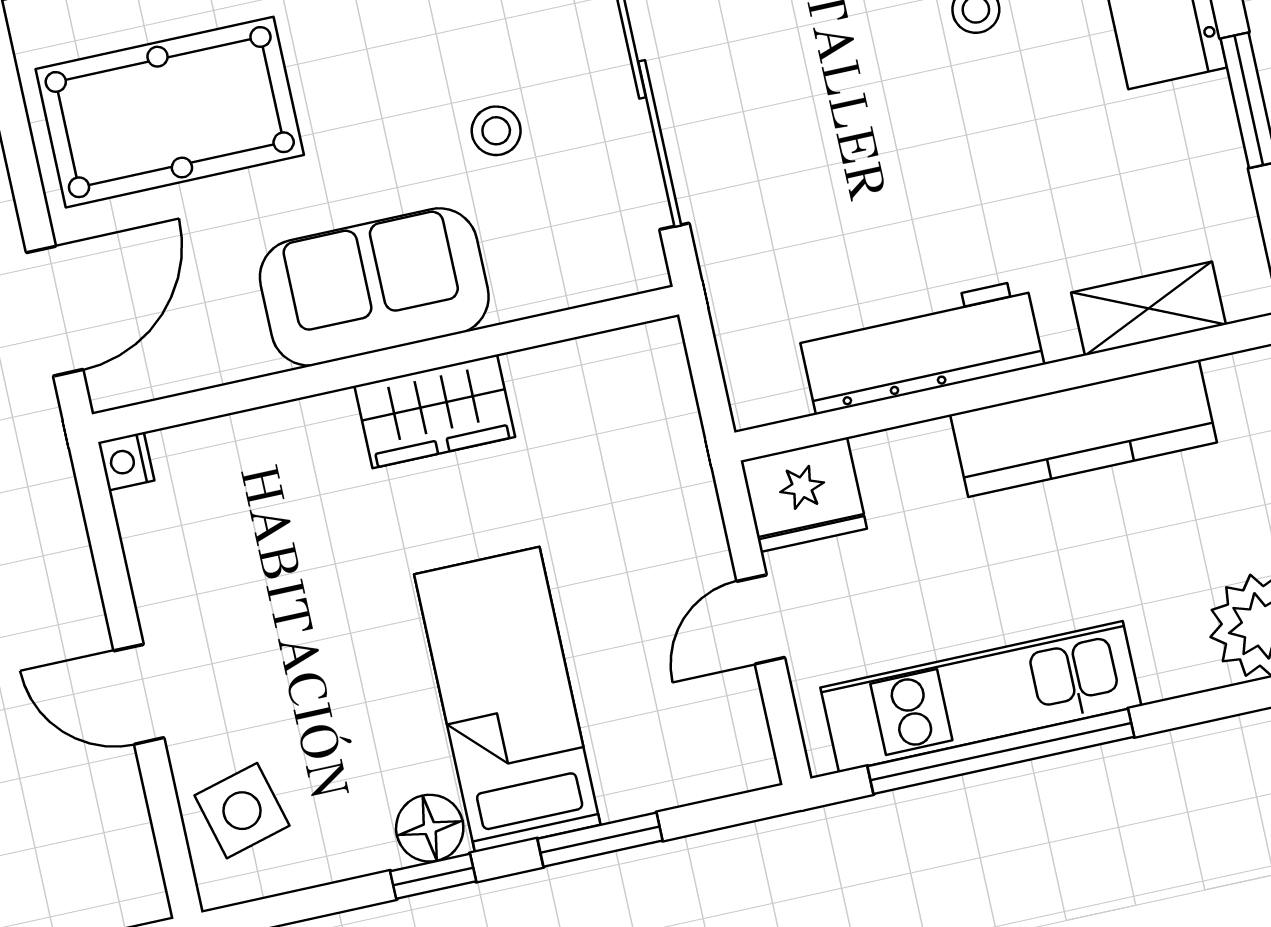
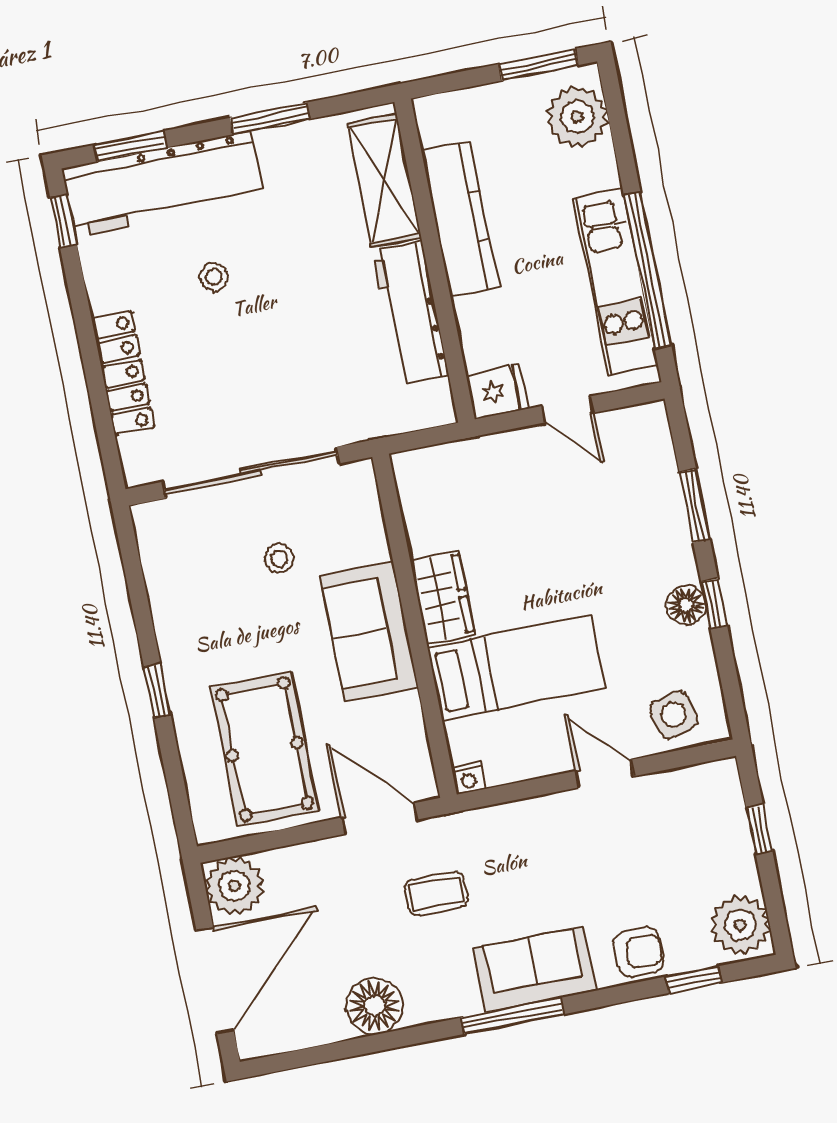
shelving: (1148, 309) -> (384, 180), width x1.50, depth x1.33
fridge: (804, 495) -> (497, 392), width x0.72
door: (139, 694) -> (605, 774), swing flipped
bed: (507, 700) -> (516, 668), moved, turned 180

